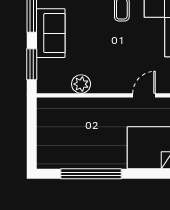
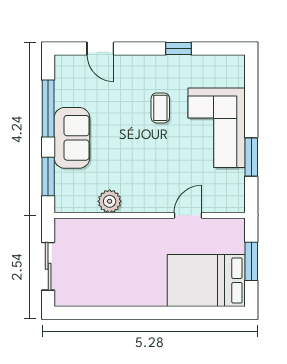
sliding door: (32, 136) -> (48, 266), added
window: (91, 174) -> (122, 313), removed

